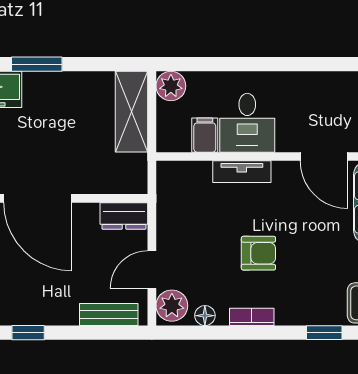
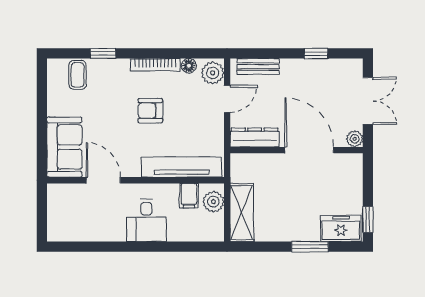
plant: (171, 86) -> (213, 202), moved
desk: (247, 123) -> (146, 220), moved, turned 180
tv unit: (242, 172) -> (181, 167), width x1.92, depth x1.29
dresser: (124, 216) -> (255, 137), width x1.44
bookcase: (252, 317) -> (155, 65), width x1.56

